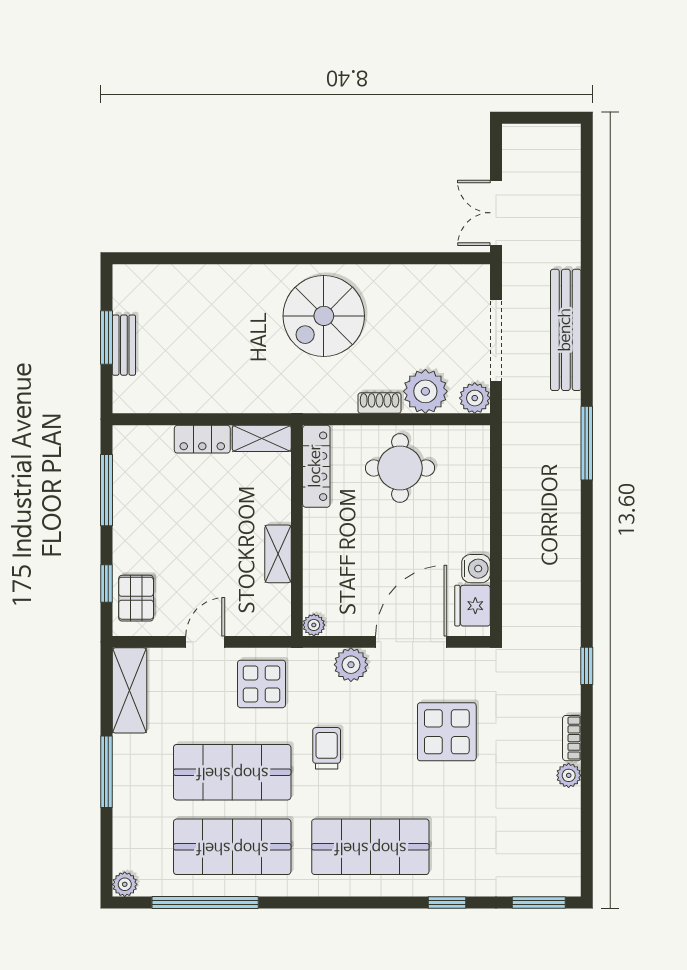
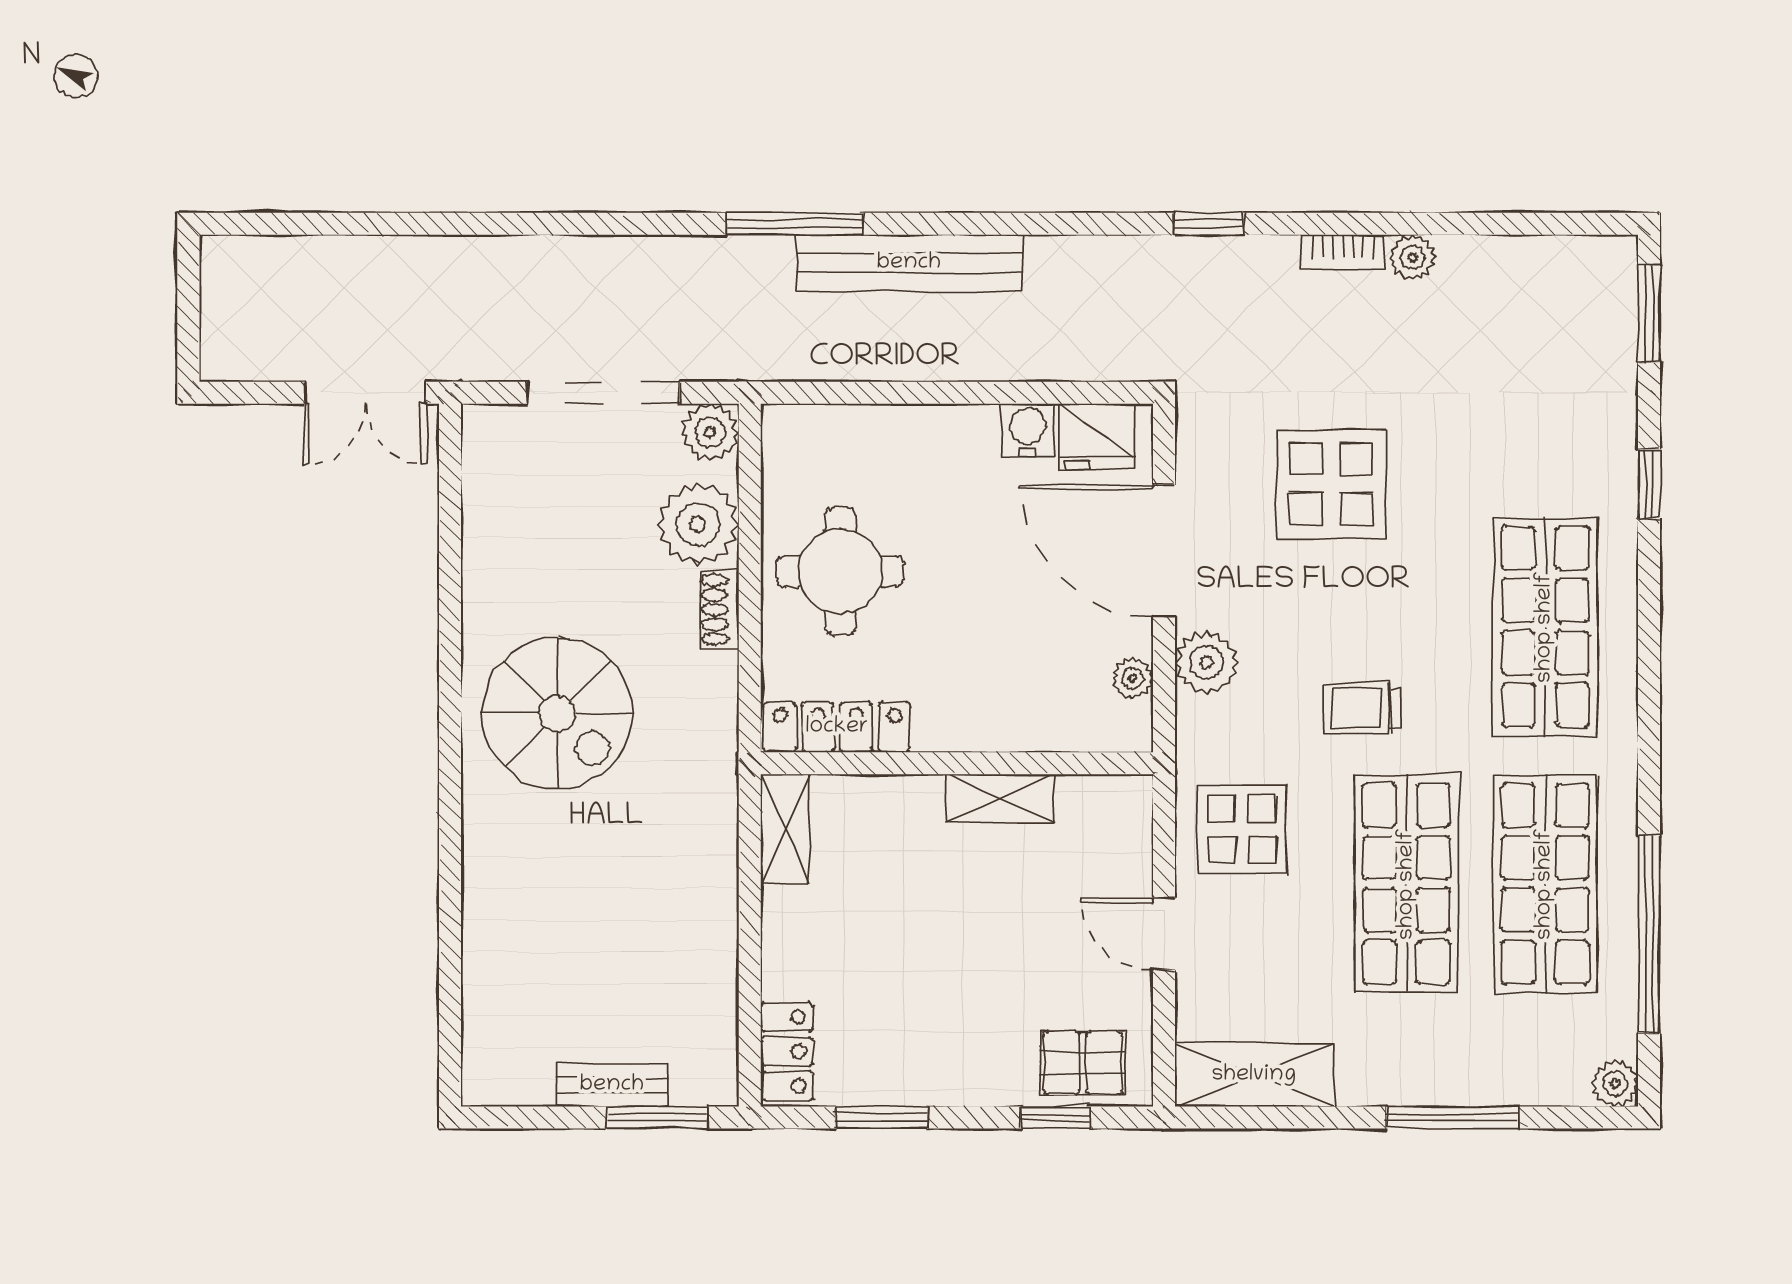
bench: (566, 330) -> (909, 263), moved
window: (107, 337) -> (657, 1118), moved
locker: (202, 439) -> (787, 1052), moved
window: (107, 490) -> (881, 1118), width x0.69
plant: (314, 625) -> (1133, 678), moved
window: (107, 772) -> (1453, 1118), moved

